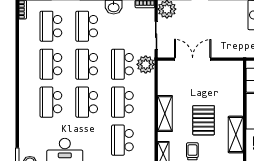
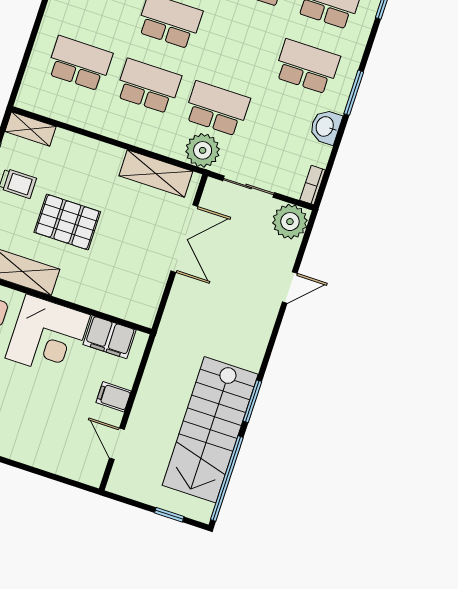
school desk: (87, 64) -> (238, 44), removed
shelving: (165, 114) -> (156, 174), moved

